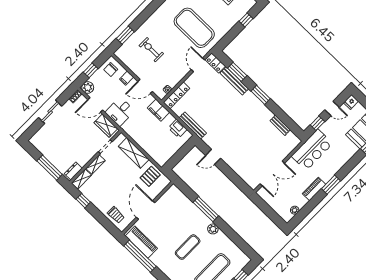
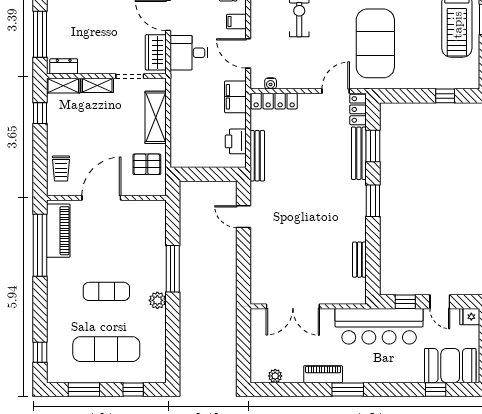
bar counter: (312, 150) -> (379, 326), width x1.36

